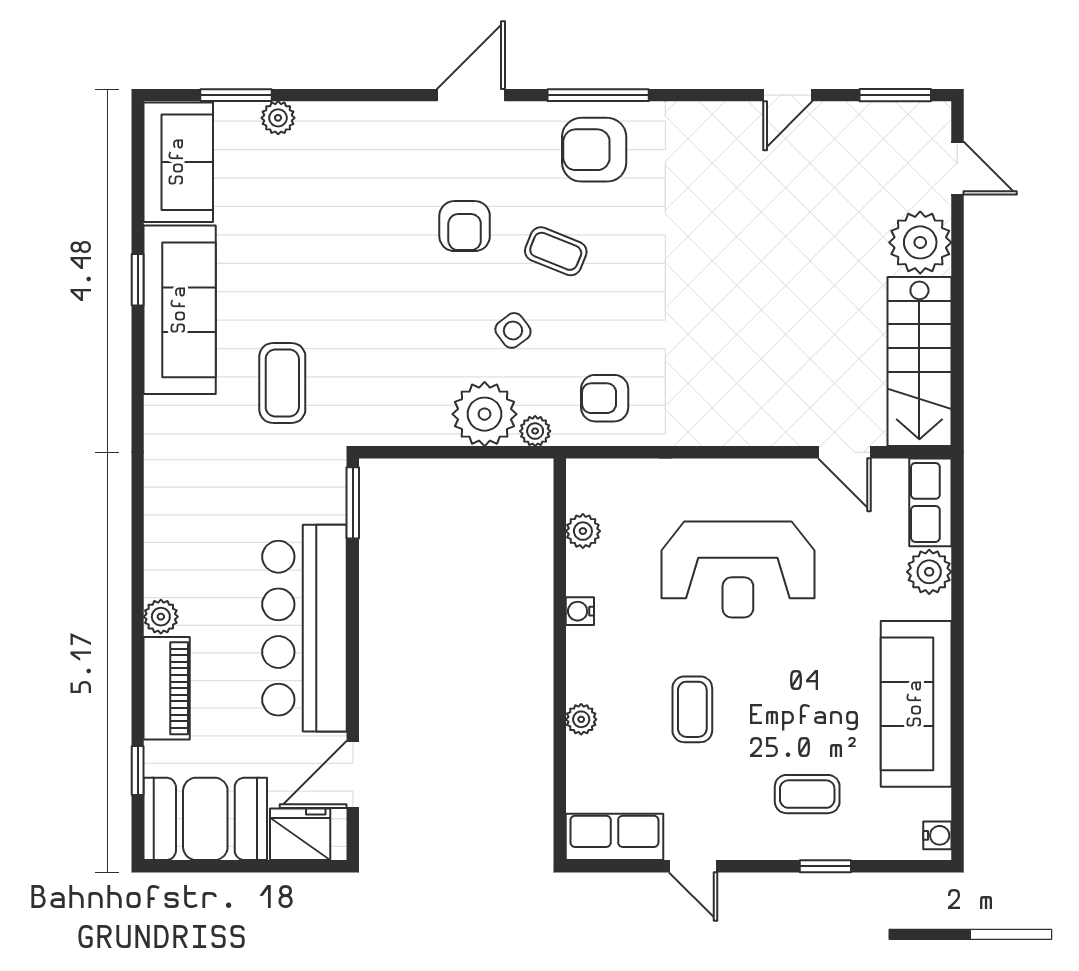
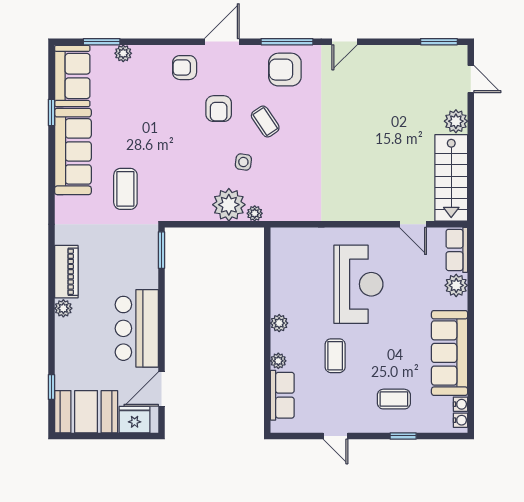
door: (788, 95) -> (344, 42), moved
plant: (920, 242) -> (456, 121), width x0.73, depth x0.73
coffee table: (556, 251) -> (265, 122), turned 34
window: (138, 280) -> (51, 112), moved
side table: (513, 330) -> (243, 162), turned 45
armchair: (605, 398) -> (185, 68), moved
plant: (583, 531) -> (279, 323), moved
reception desk: (738, 569) -> (358, 284), turned -90
water cooler: (580, 611) -> (460, 404), moved, turned 180
bar counter: (304, 628) -> (137, 328), width x0.73
piano: (167, 688) -> (66, 272), moved
row of seats: (614, 837) -> (282, 395), moved, turned 90

